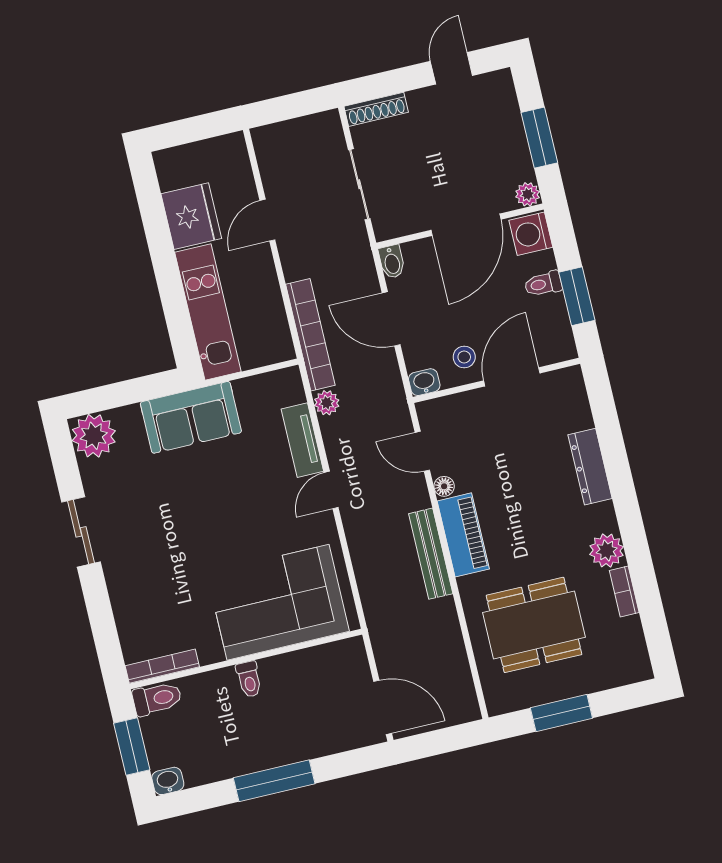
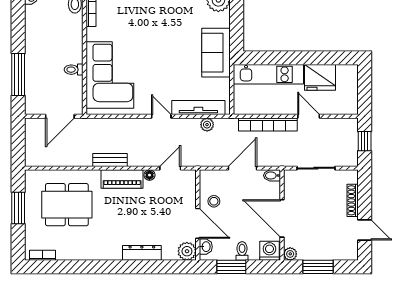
window: (289, 107) -> (365, 141), added
shoe rack: (376, 109) -> (353, 200), moved
bookcase: (310, 335) -> (268, 125), moved
washbasin: (424, 382) -> (206, 247), moved
tv unit: (302, 440) -> (198, 108), width x1.41
plant: (607, 551) -> (187, 251), moved
bench: (431, 554) -> (110, 160), width x0.73
bookcase: (624, 591) -> (43, 255), moved
dining table: (534, 625) -> (67, 205), turned 90
toilet: (249, 679) -> (74, 70), moved
door: (383, 707) -> (60, 116), moved
window: (274, 781) -> (18, 75), moved

